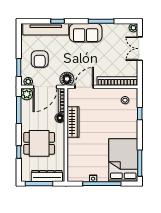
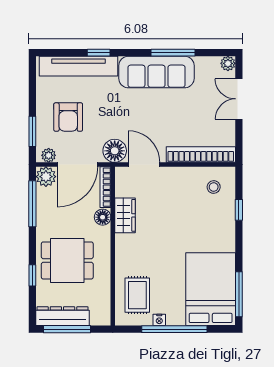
sofa: (86, 33) -> (156, 72), width x1.36
door: (84, 87) -> (144, 165), hinge flipped
wardrobe: (73, 122) -> (125, 215), width x0.67
rug: (80, 164) -> (137, 295), added
dresser: (47, 176) -> (62, 316), moved

